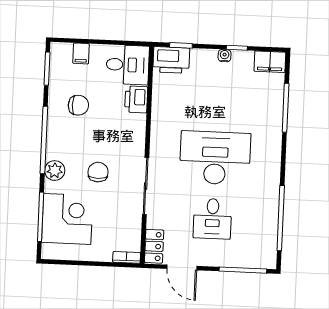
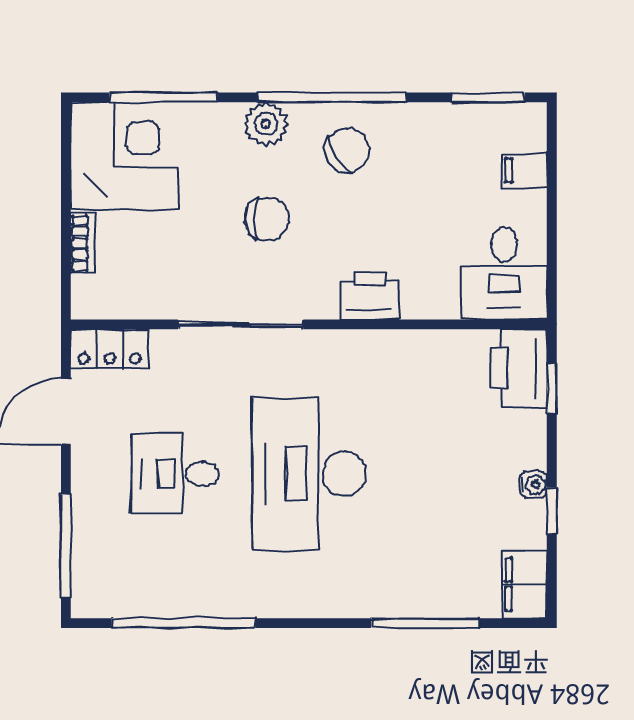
printer: (136, 99) -> (370, 296), moved
chair: (78, 105) -> (347, 150), moved, turned -122
desk: (215, 158) -> (309, 474), turned 180
corner desk: (67, 219) -> (125, 156), moved, turned -90
bookcase: (127, 257) -> (83, 243), moved

